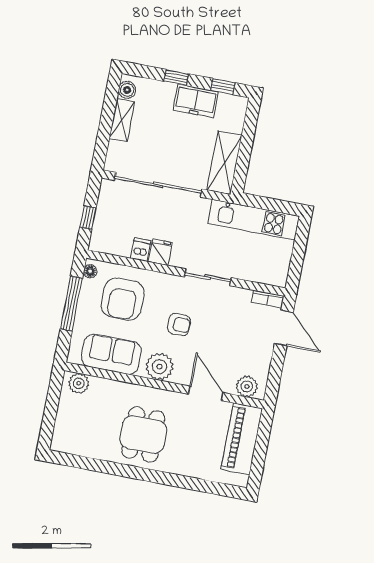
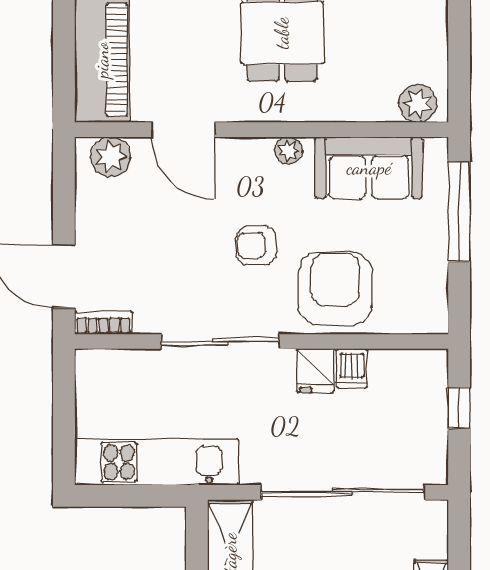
floor lamp: (90, 271) -> (436, 311), removed
sliding door: (208, 277) -> (220, 342), width x1.37
armchair: (123, 299) -> (335, 289), moved
window: (71, 304) -> (459, 212), moved
plant: (160, 367) -> (288, 150), width x0.53, depth x0.53

